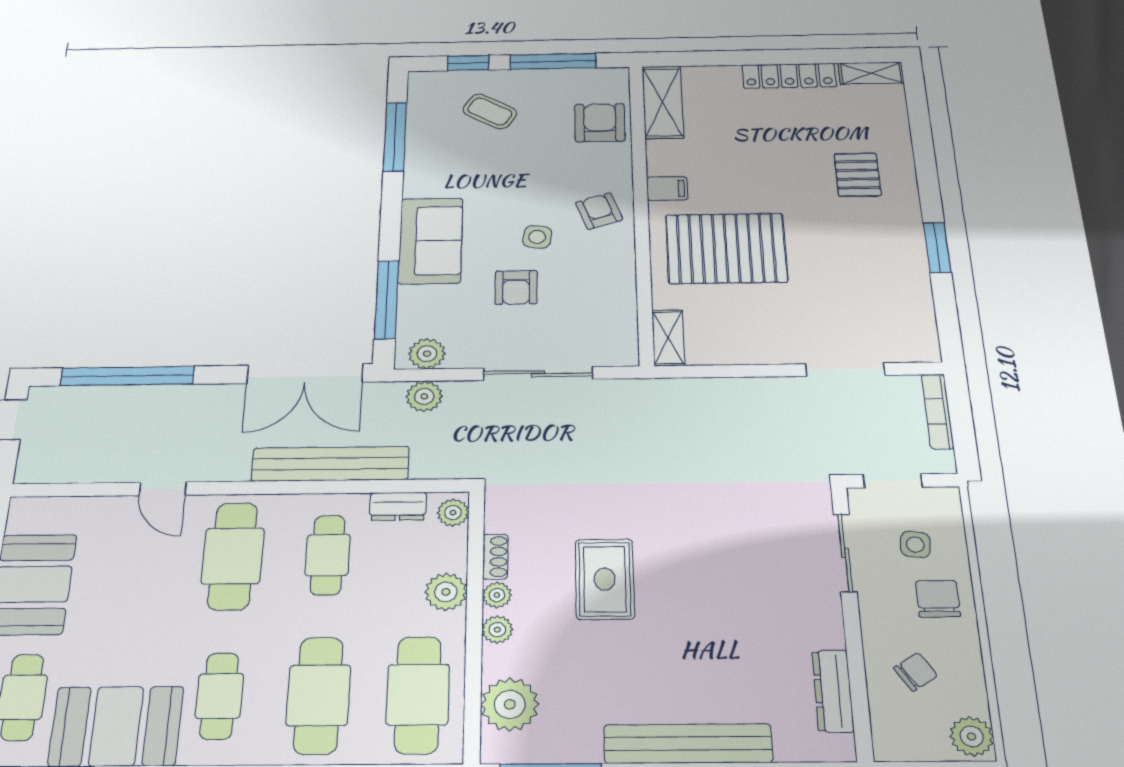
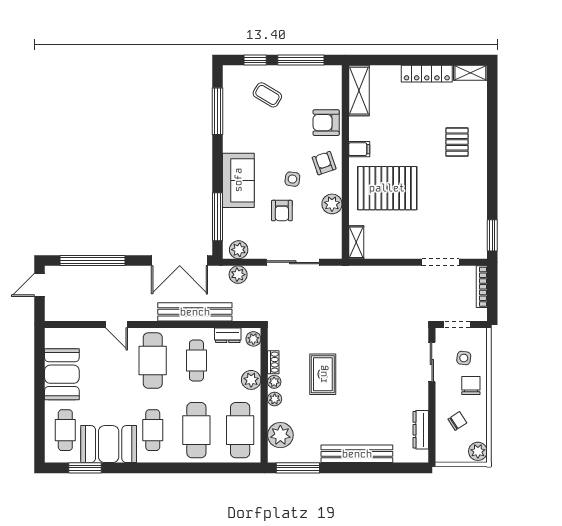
armchair: (600, 123) -> (326, 123), moved, turned -90
window: (937, 248) -> (492, 235), moved
plant: (616, 275) -> (332, 204), added

